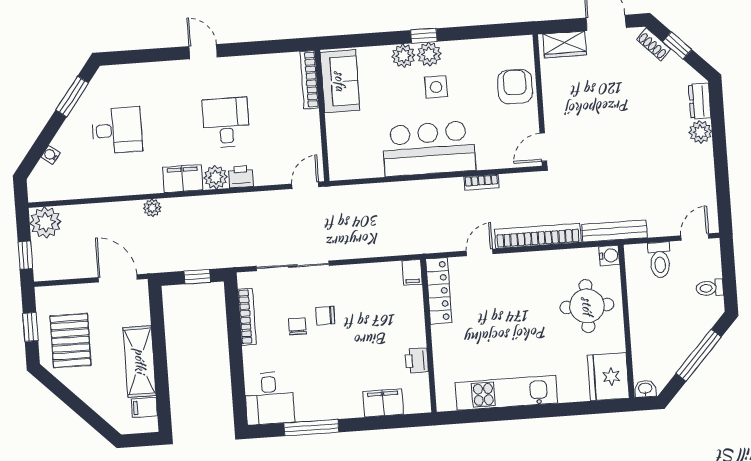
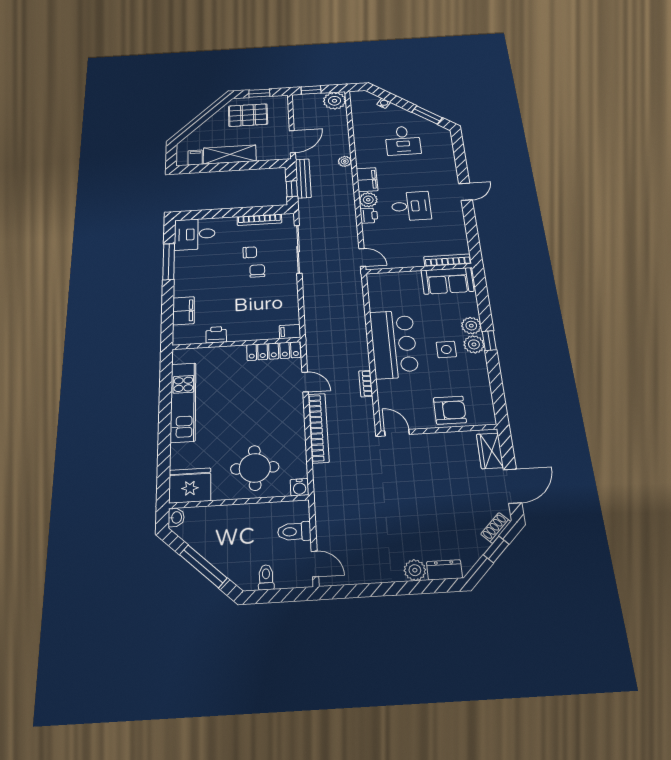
bench: (614, 231) -> (303, 178), moved

